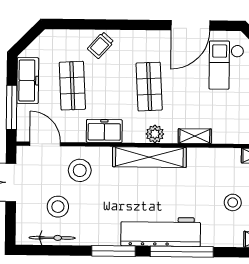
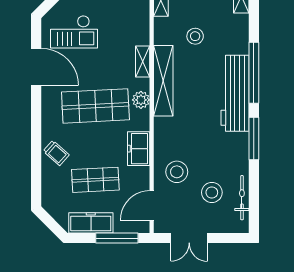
shop shelf: (149, 87) -> (95, 106), width x1.43, depth x1.36
shelving: (149, 157) -> (163, 81), moved
stool: (233, 202) -> (195, 36), moved

